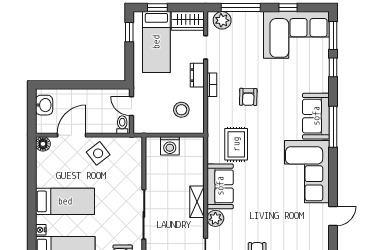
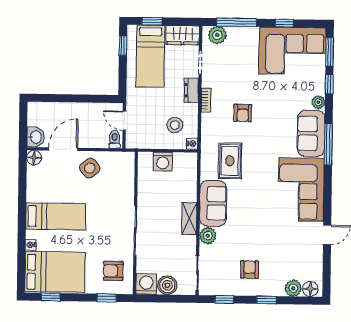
plant: (323, 85) -> (318, 102), added
washbasin: (44, 105) -> (36, 137), moved
nightstand: (199, 128) -> (192, 144), added

